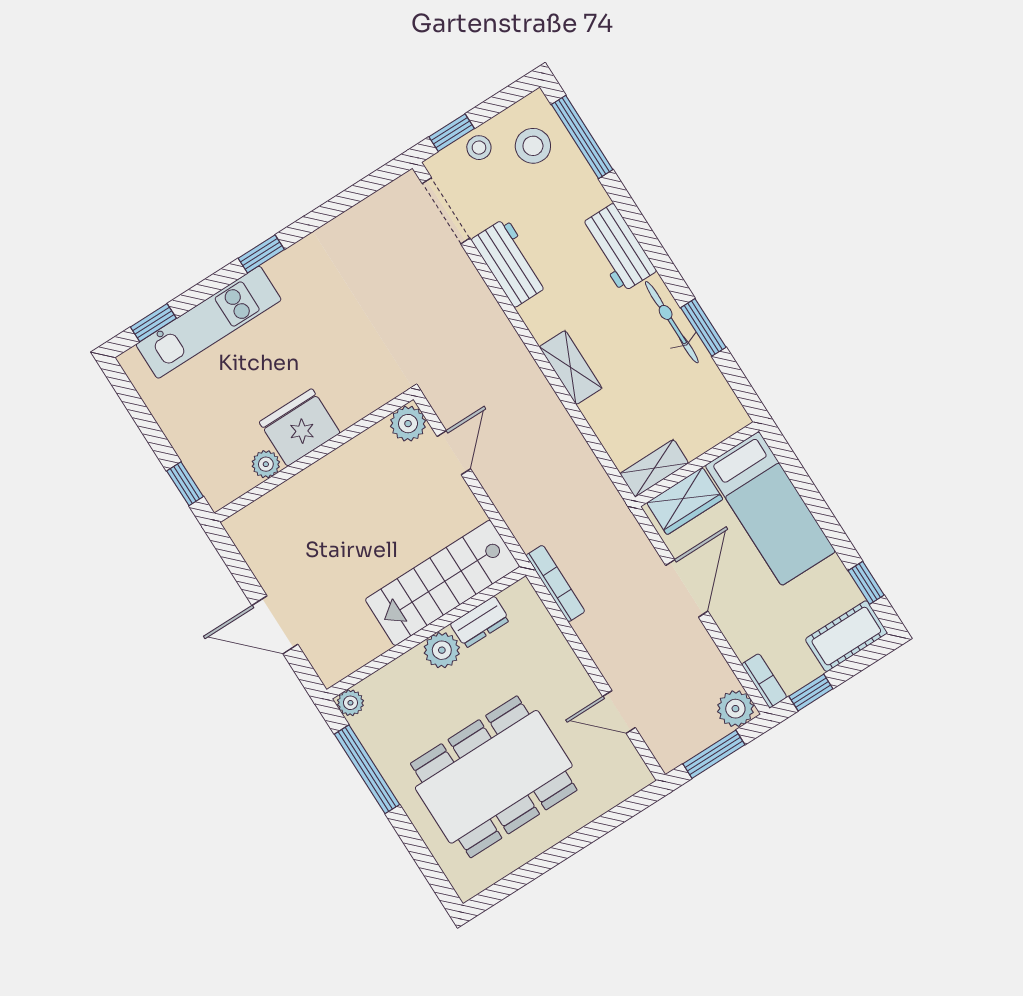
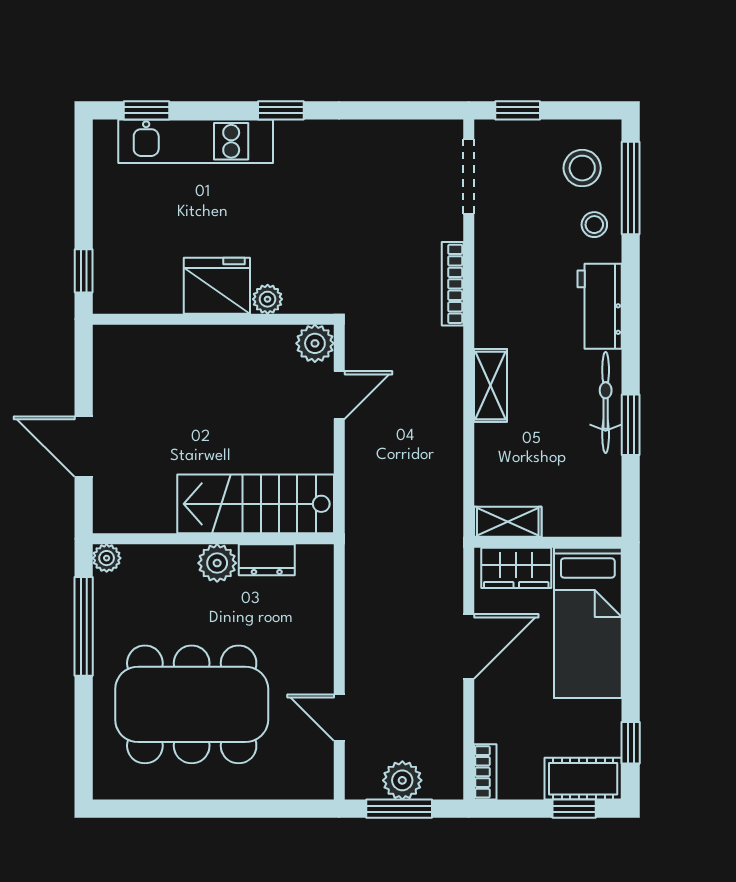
stool: (479, 148) -> (594, 225), moved
workbench: (510, 262) -> (496, 258), removed
plant: (266, 464) -> (268, 299), moved
bookcase: (555, 583) -> (453, 284), moved, turned 180
window: (811, 692) -> (574, 809), moved
plant: (735, 709) -> (402, 780), moved

